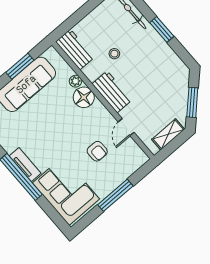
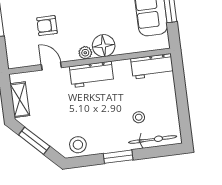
stool: (114, 54) -> (139, 117), moved
stool: (173, 67) -> (78, 145), added
plant: (75, 81) -> (85, 53), moved

